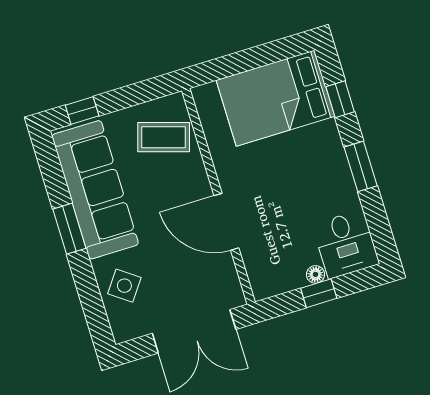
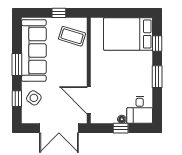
window: (82, 110) -> (59, 13), moved
door: (226, 222) -> (89, 100), moved
window: (90, 298) -> (17, 99), added

